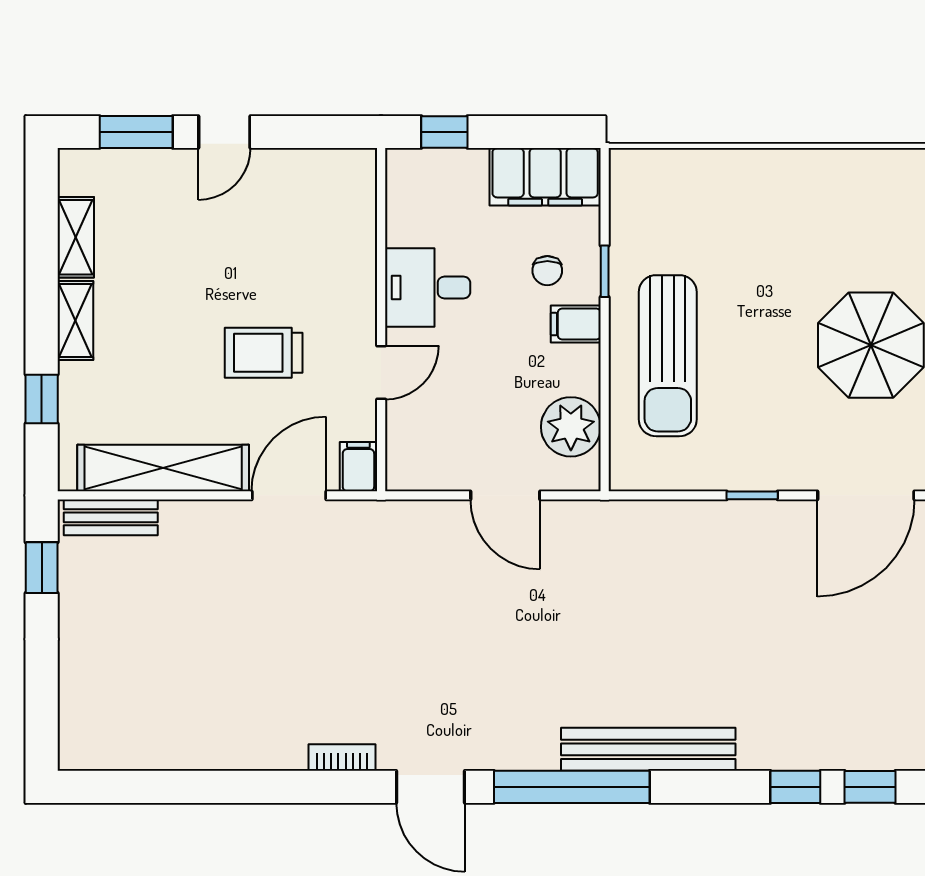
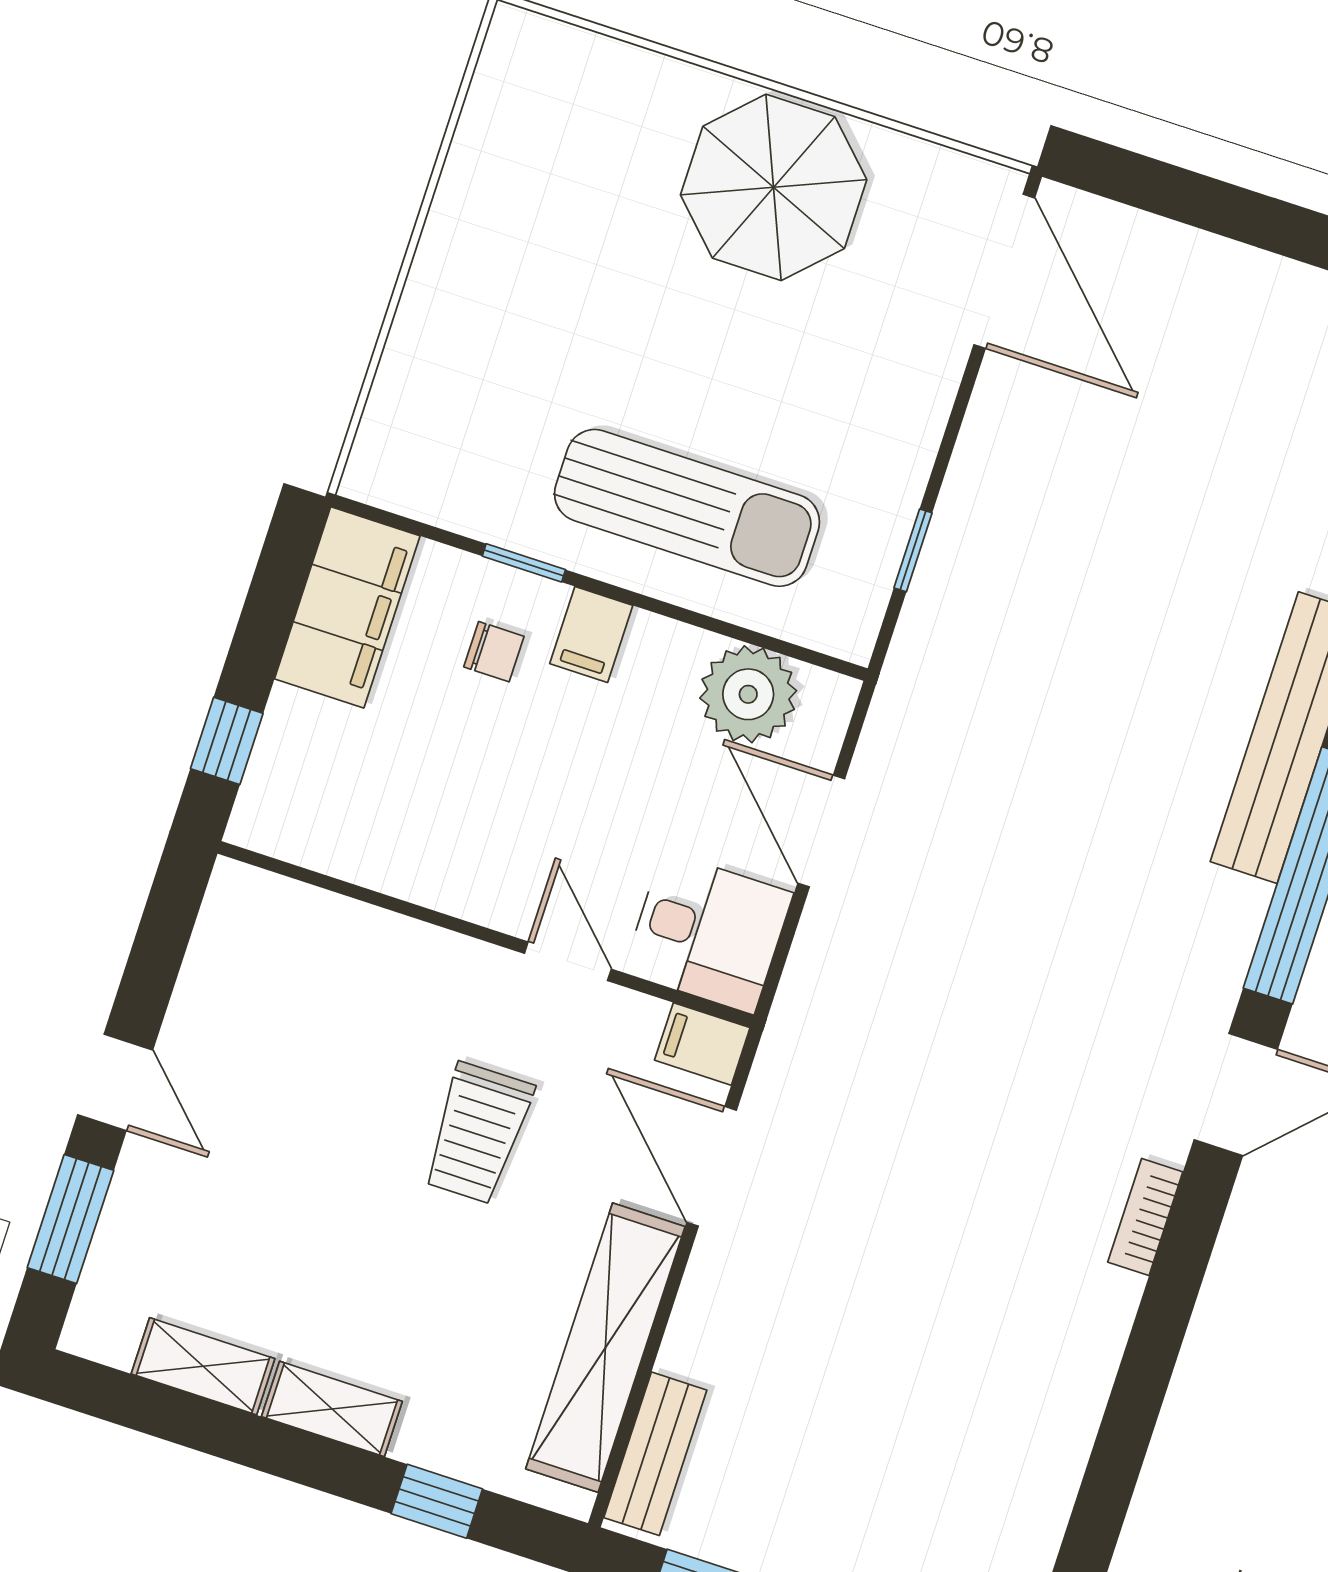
desk: (428, 287) -> (708, 933), moved, turned -90
door: (505, 495) -> (821, 831), swing flipped
window: (752, 495) -> (913, 550), moved

